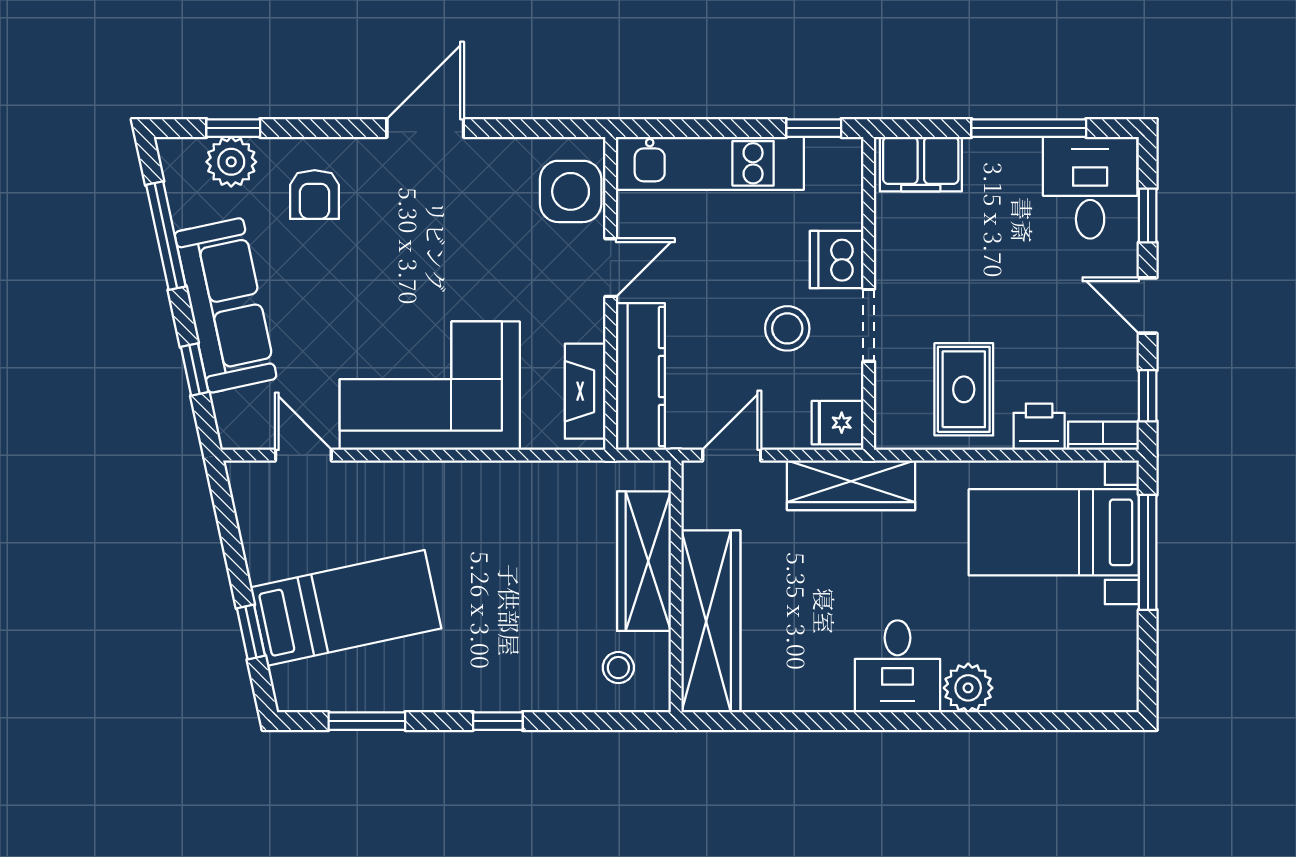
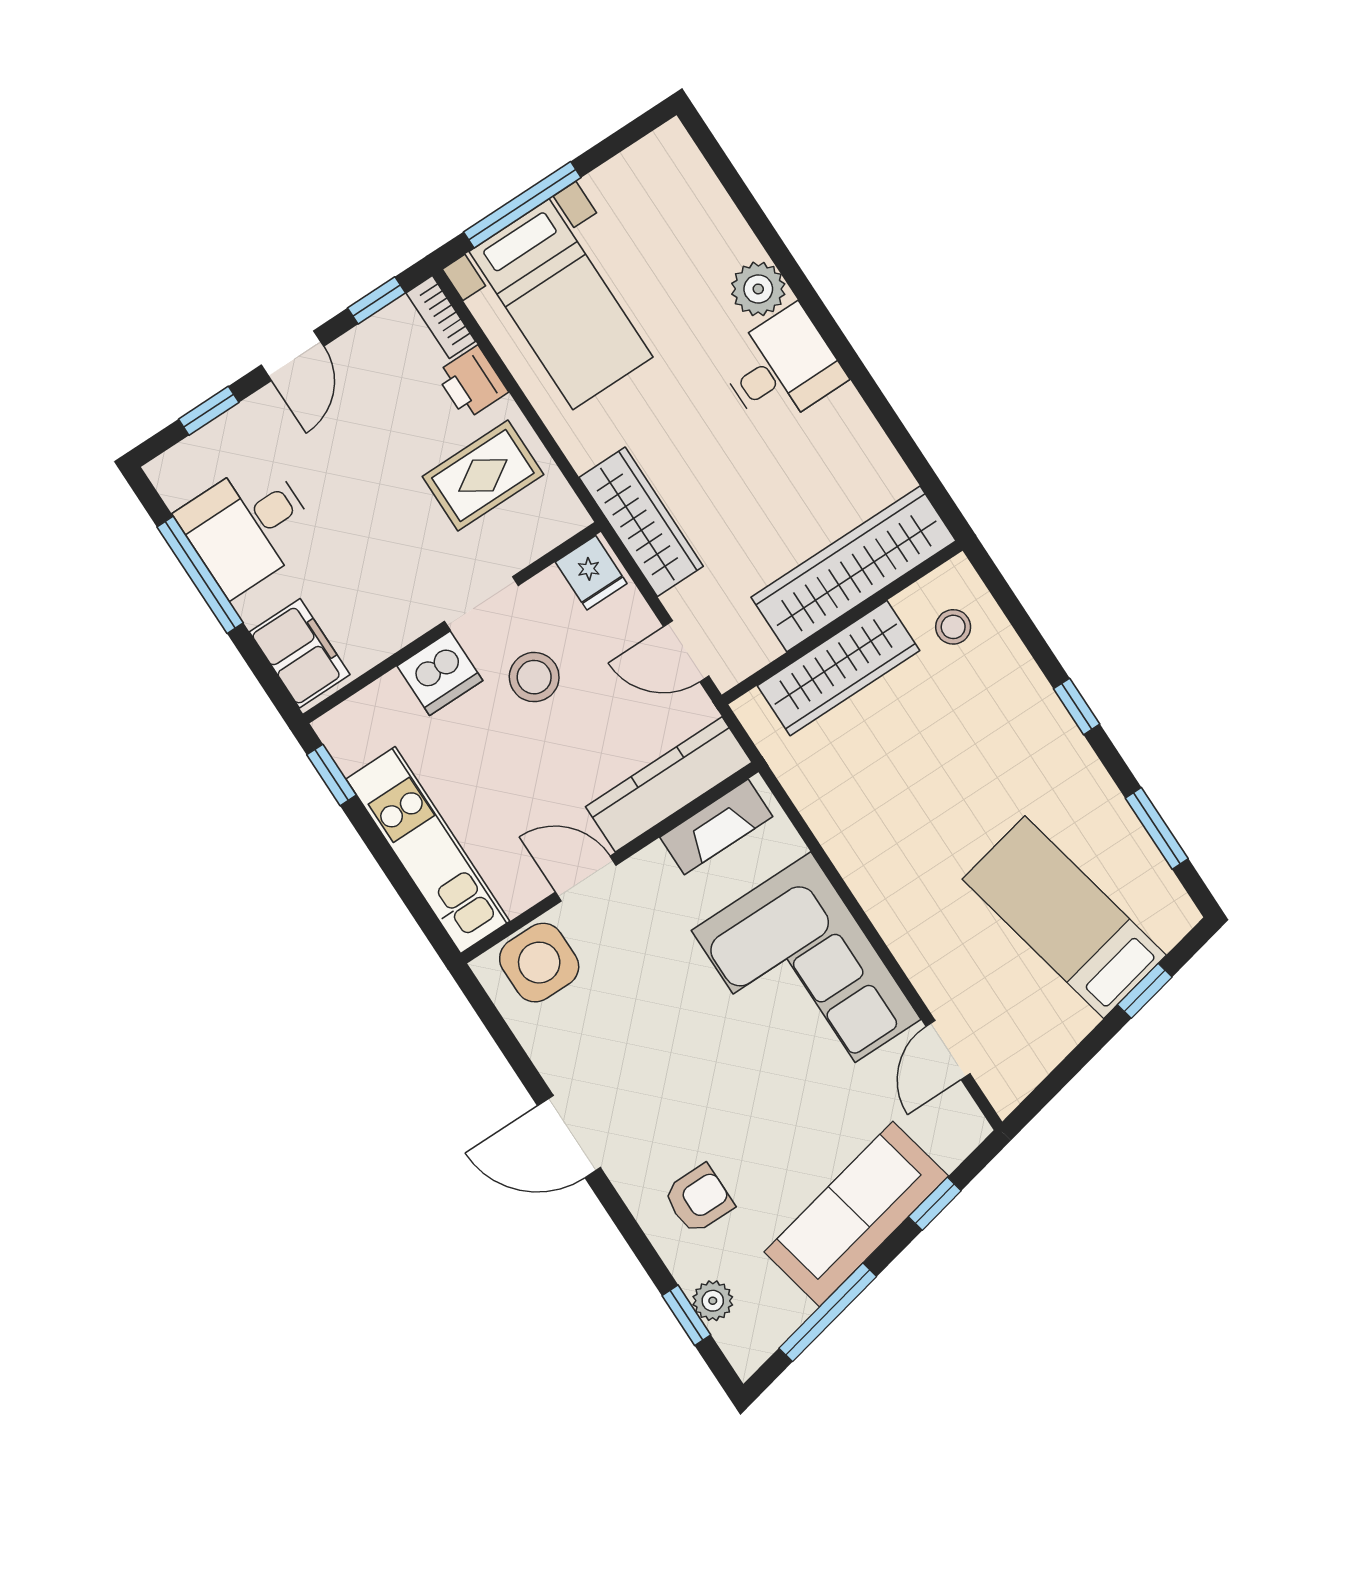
plant: (231, 162) -> (713, 1301), width x0.73, depth x0.73
desk: (1090, 188) -> (248, 527), moved

